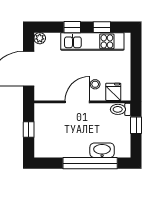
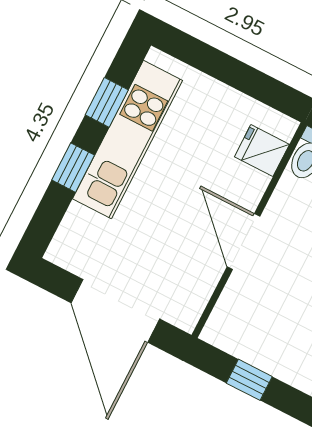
plant: (40, 38) -> (61, 252), removed
stool: (95, 84) -> (225, 182), removed

